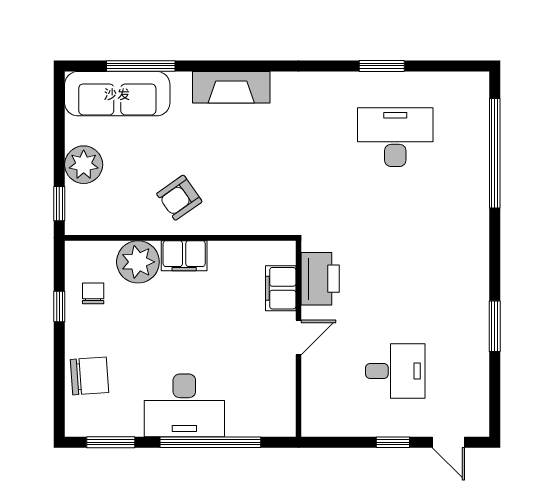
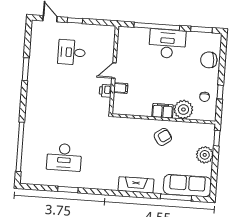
printer: (320, 279) -> (105, 91), width x0.53, depth x0.68
filing cabinet: (281, 288) -> (121, 88), width x0.50

